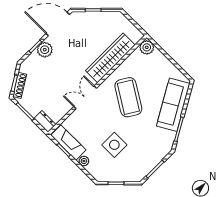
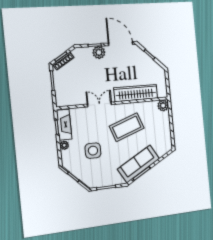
coffee table: (128, 97) -> (127, 127), turned 38
sofa: (173, 105) -> (139, 164), moved
dresser: (45, 121) -> (60, 98), removed

